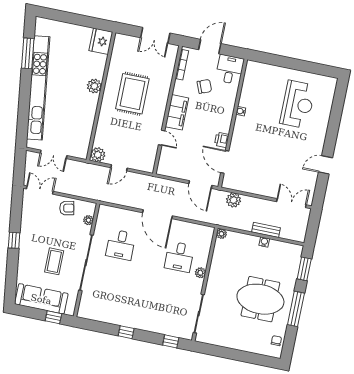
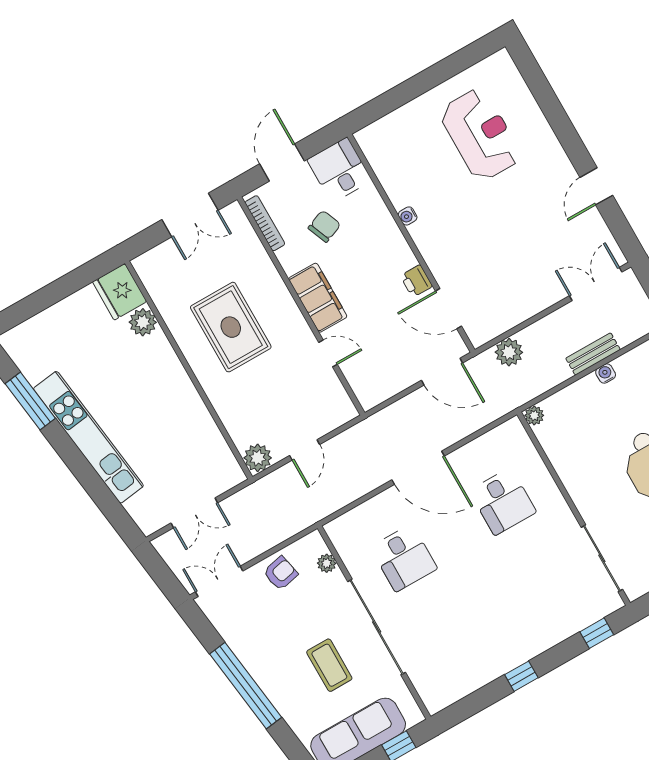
plant: (94, 86) -> (143, 322), moved
kitchen unit: (38, 88) -> (88, 437), width x0.73
window: (14, 240) -> (246, 686), width x3.17
plant: (200, 273) -> (553, 498), removed

